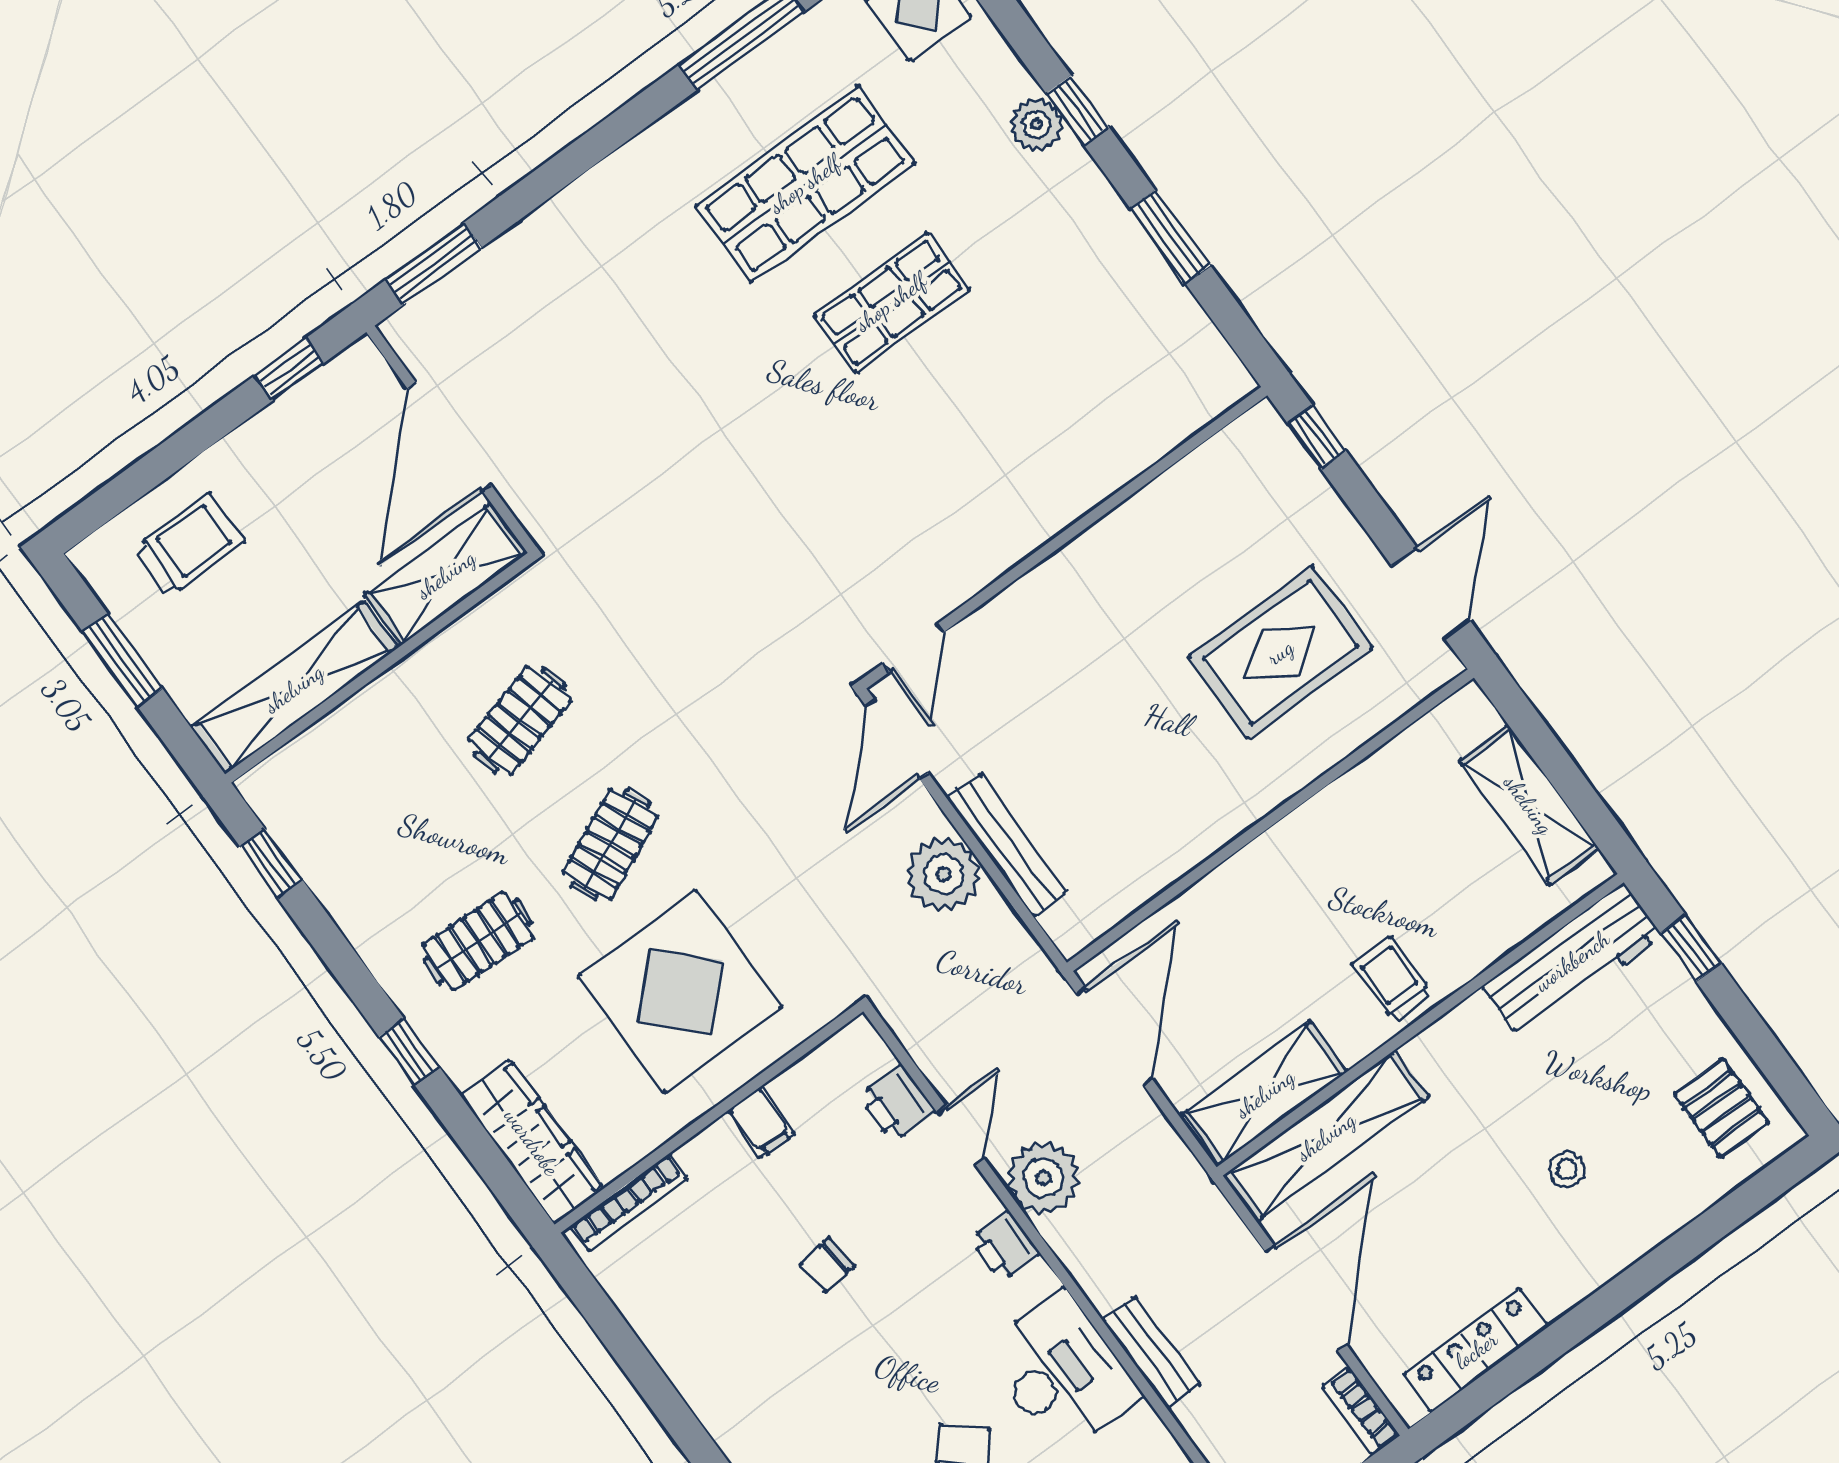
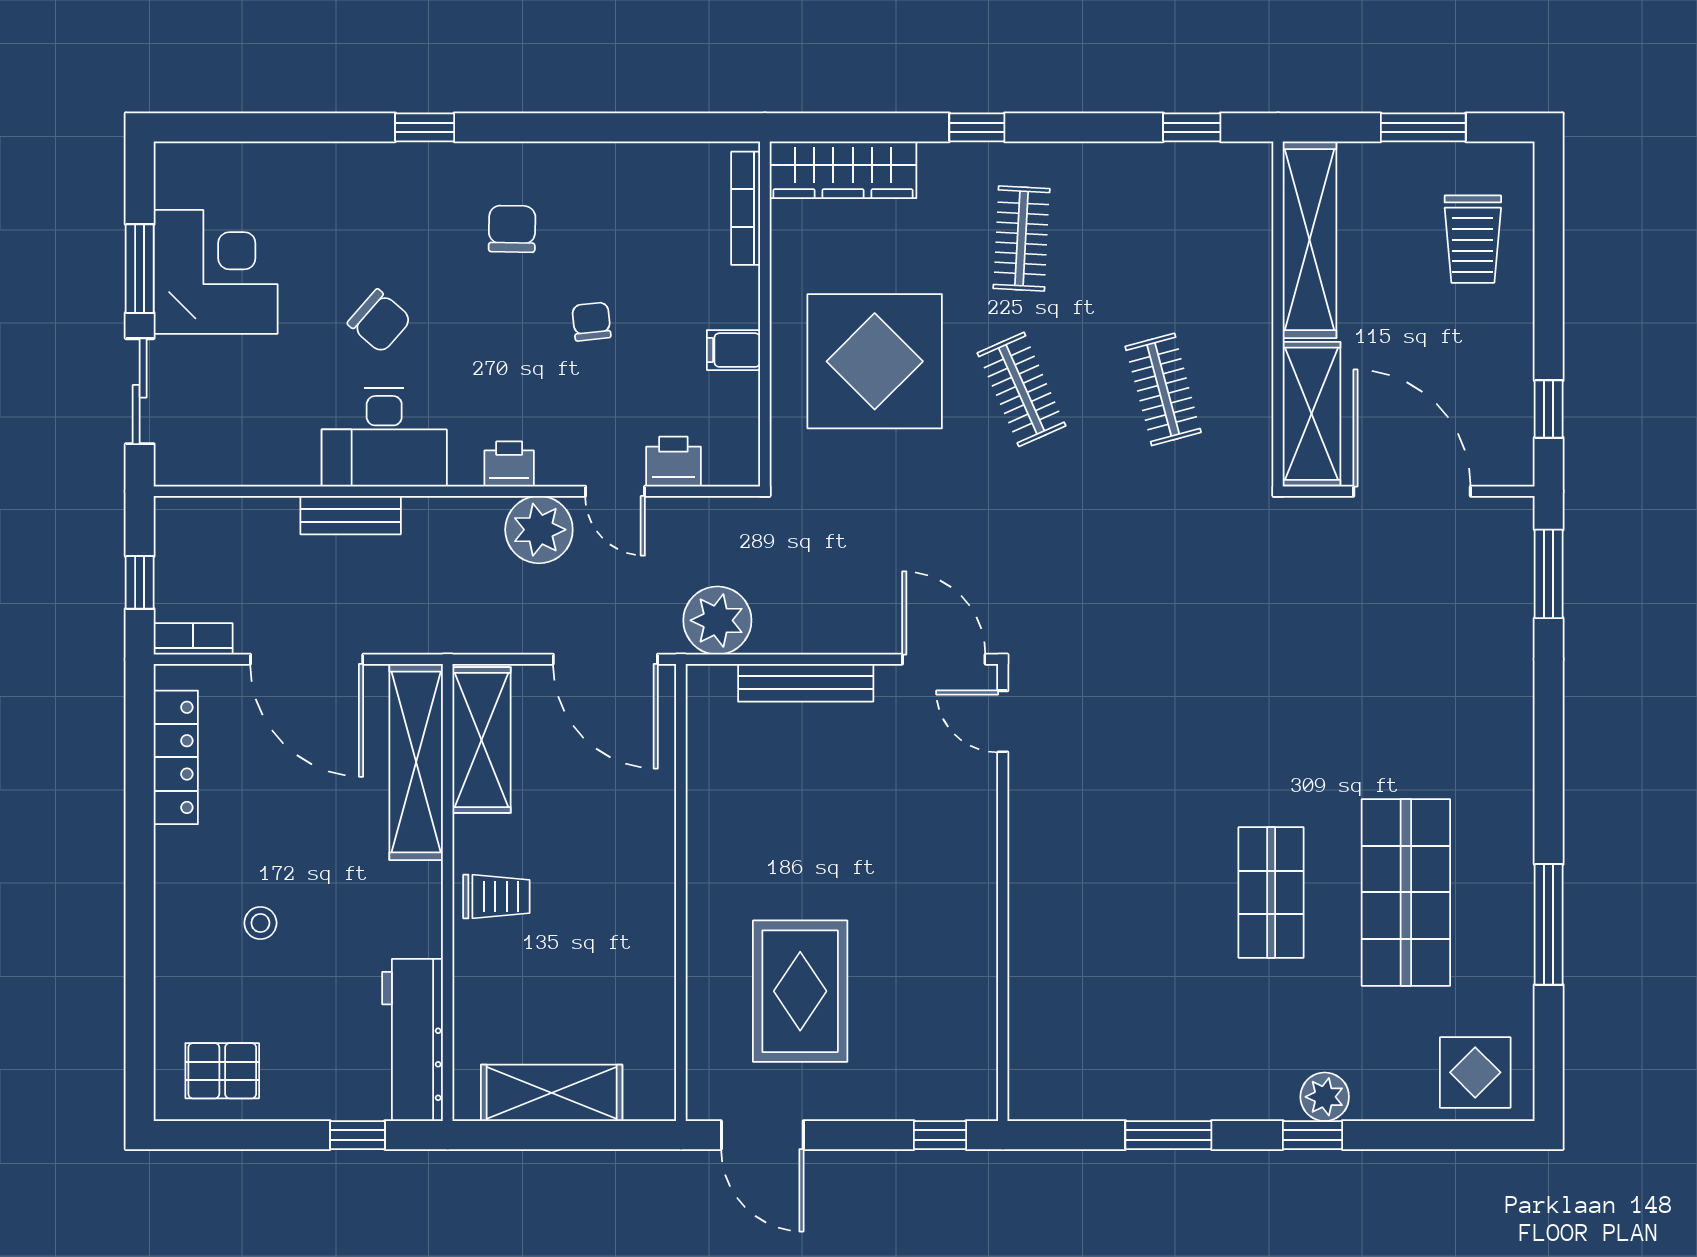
plant: (943, 874) -> (717, 620), moved
chair: (797, 1394) -> (512, 229), added

